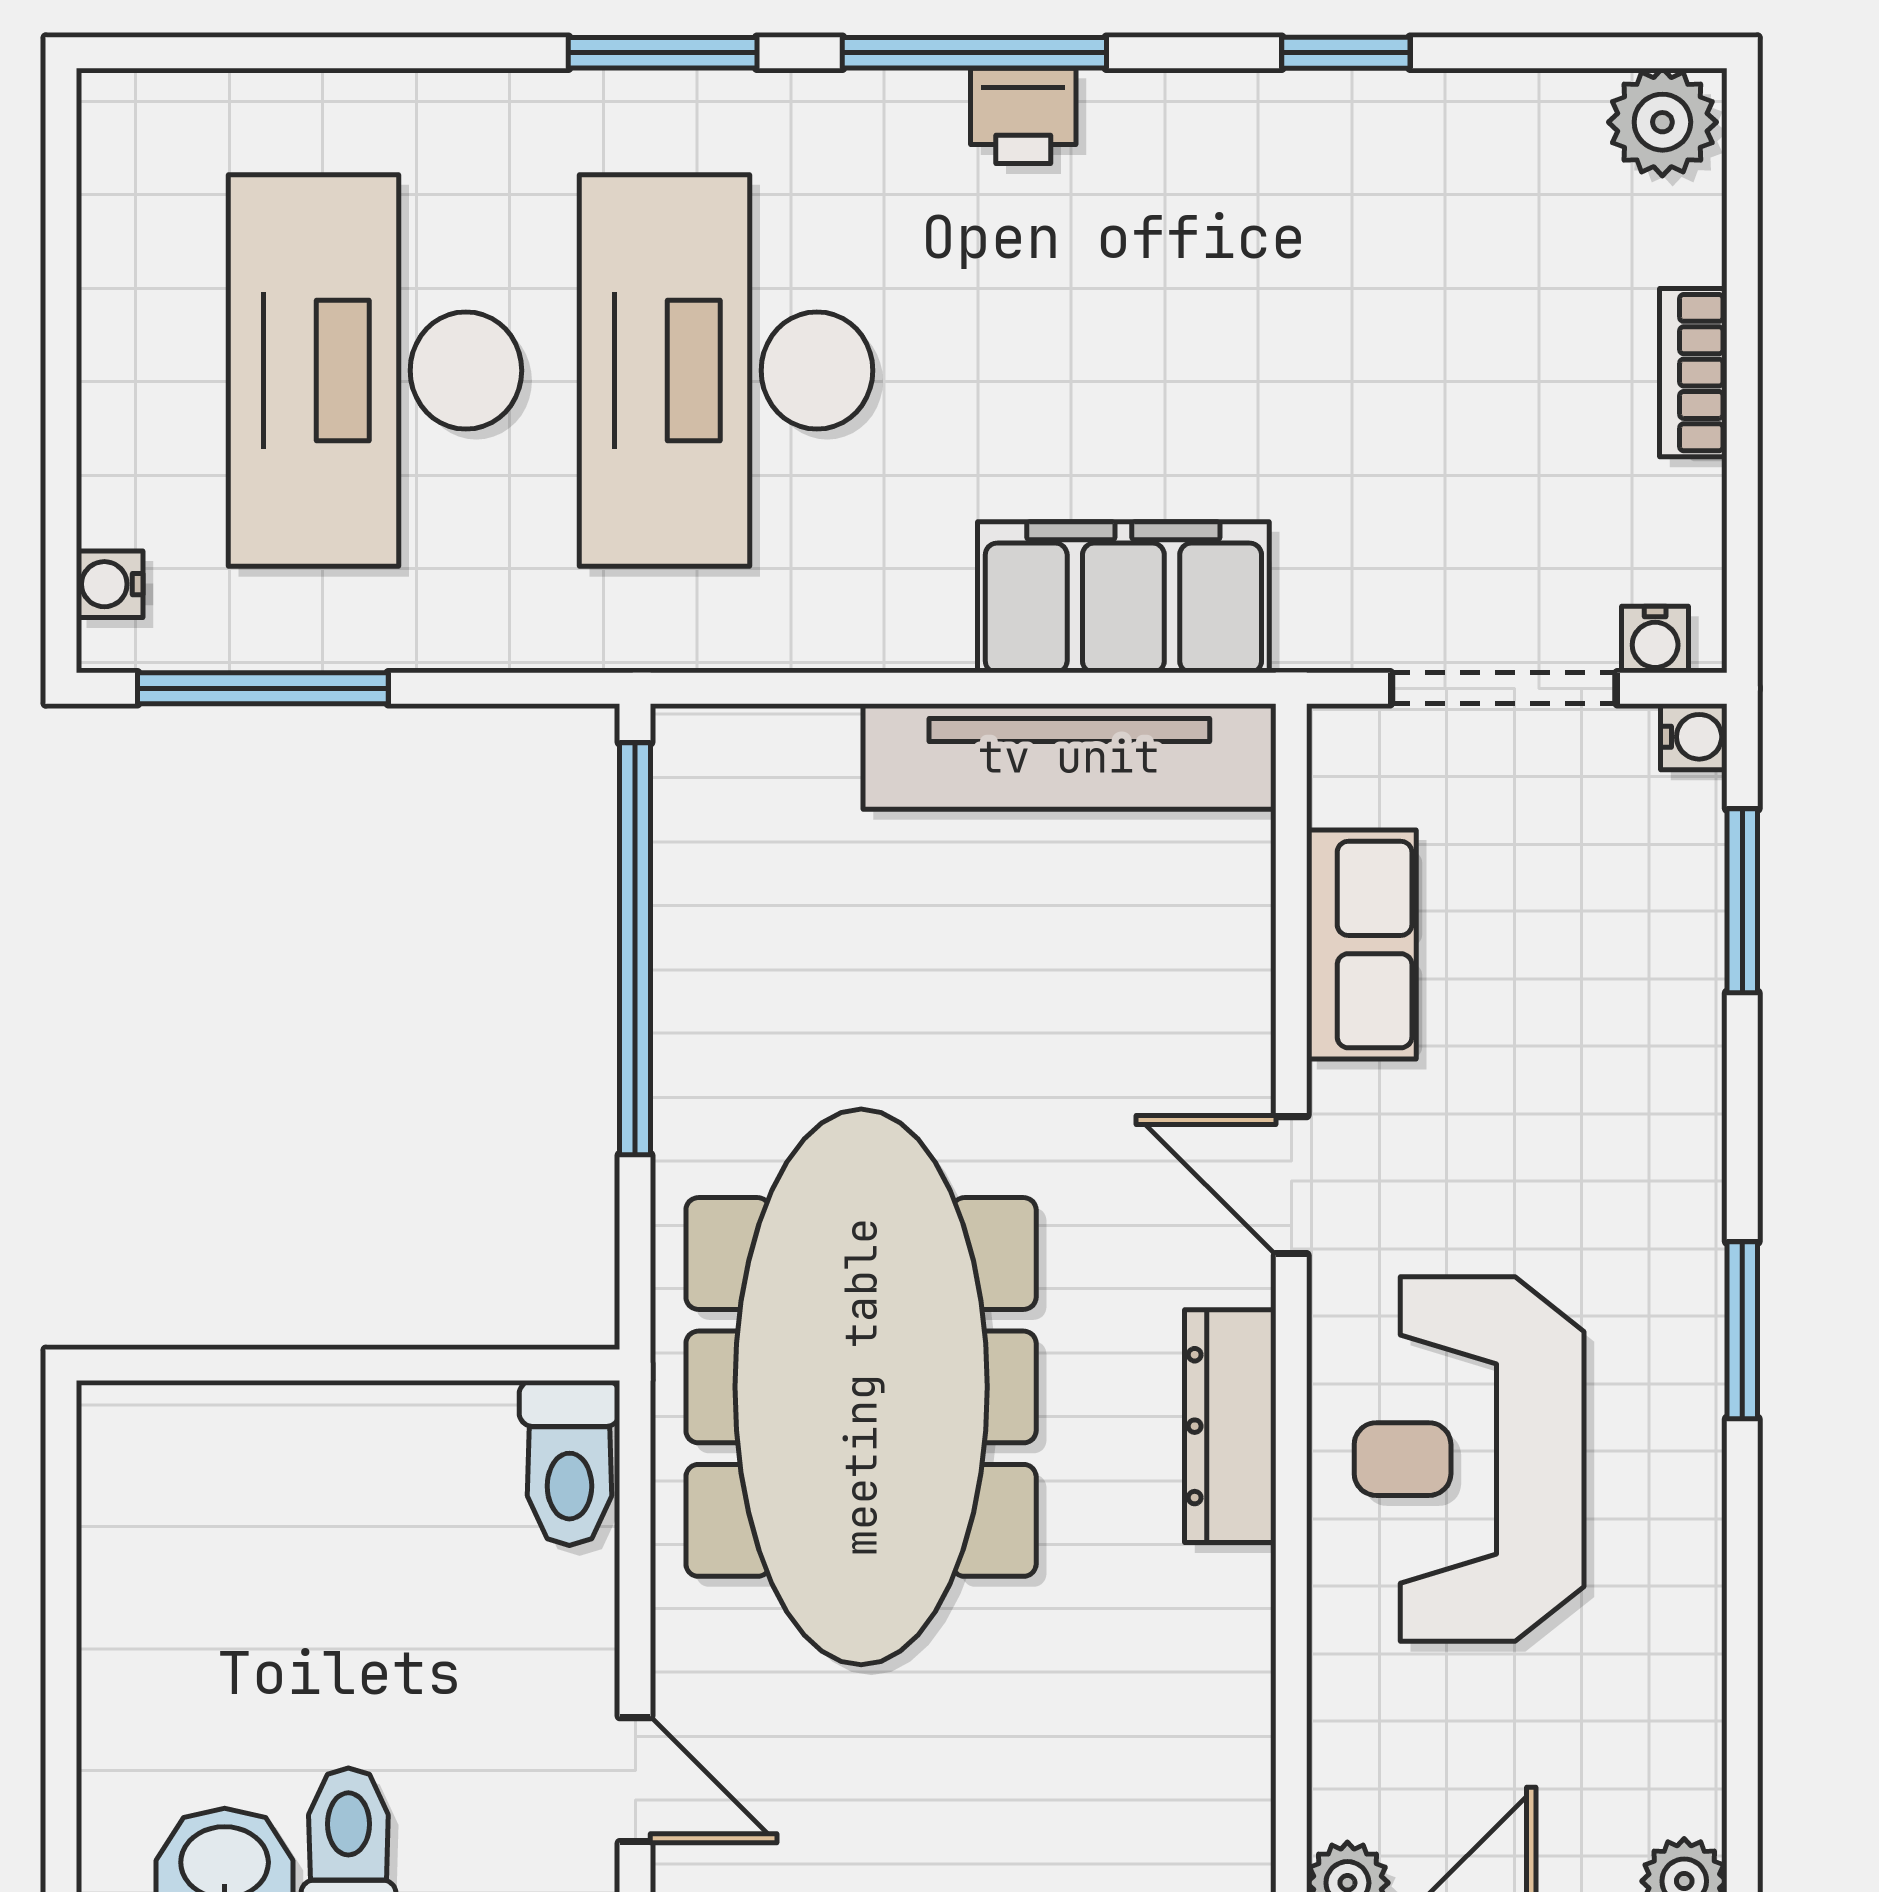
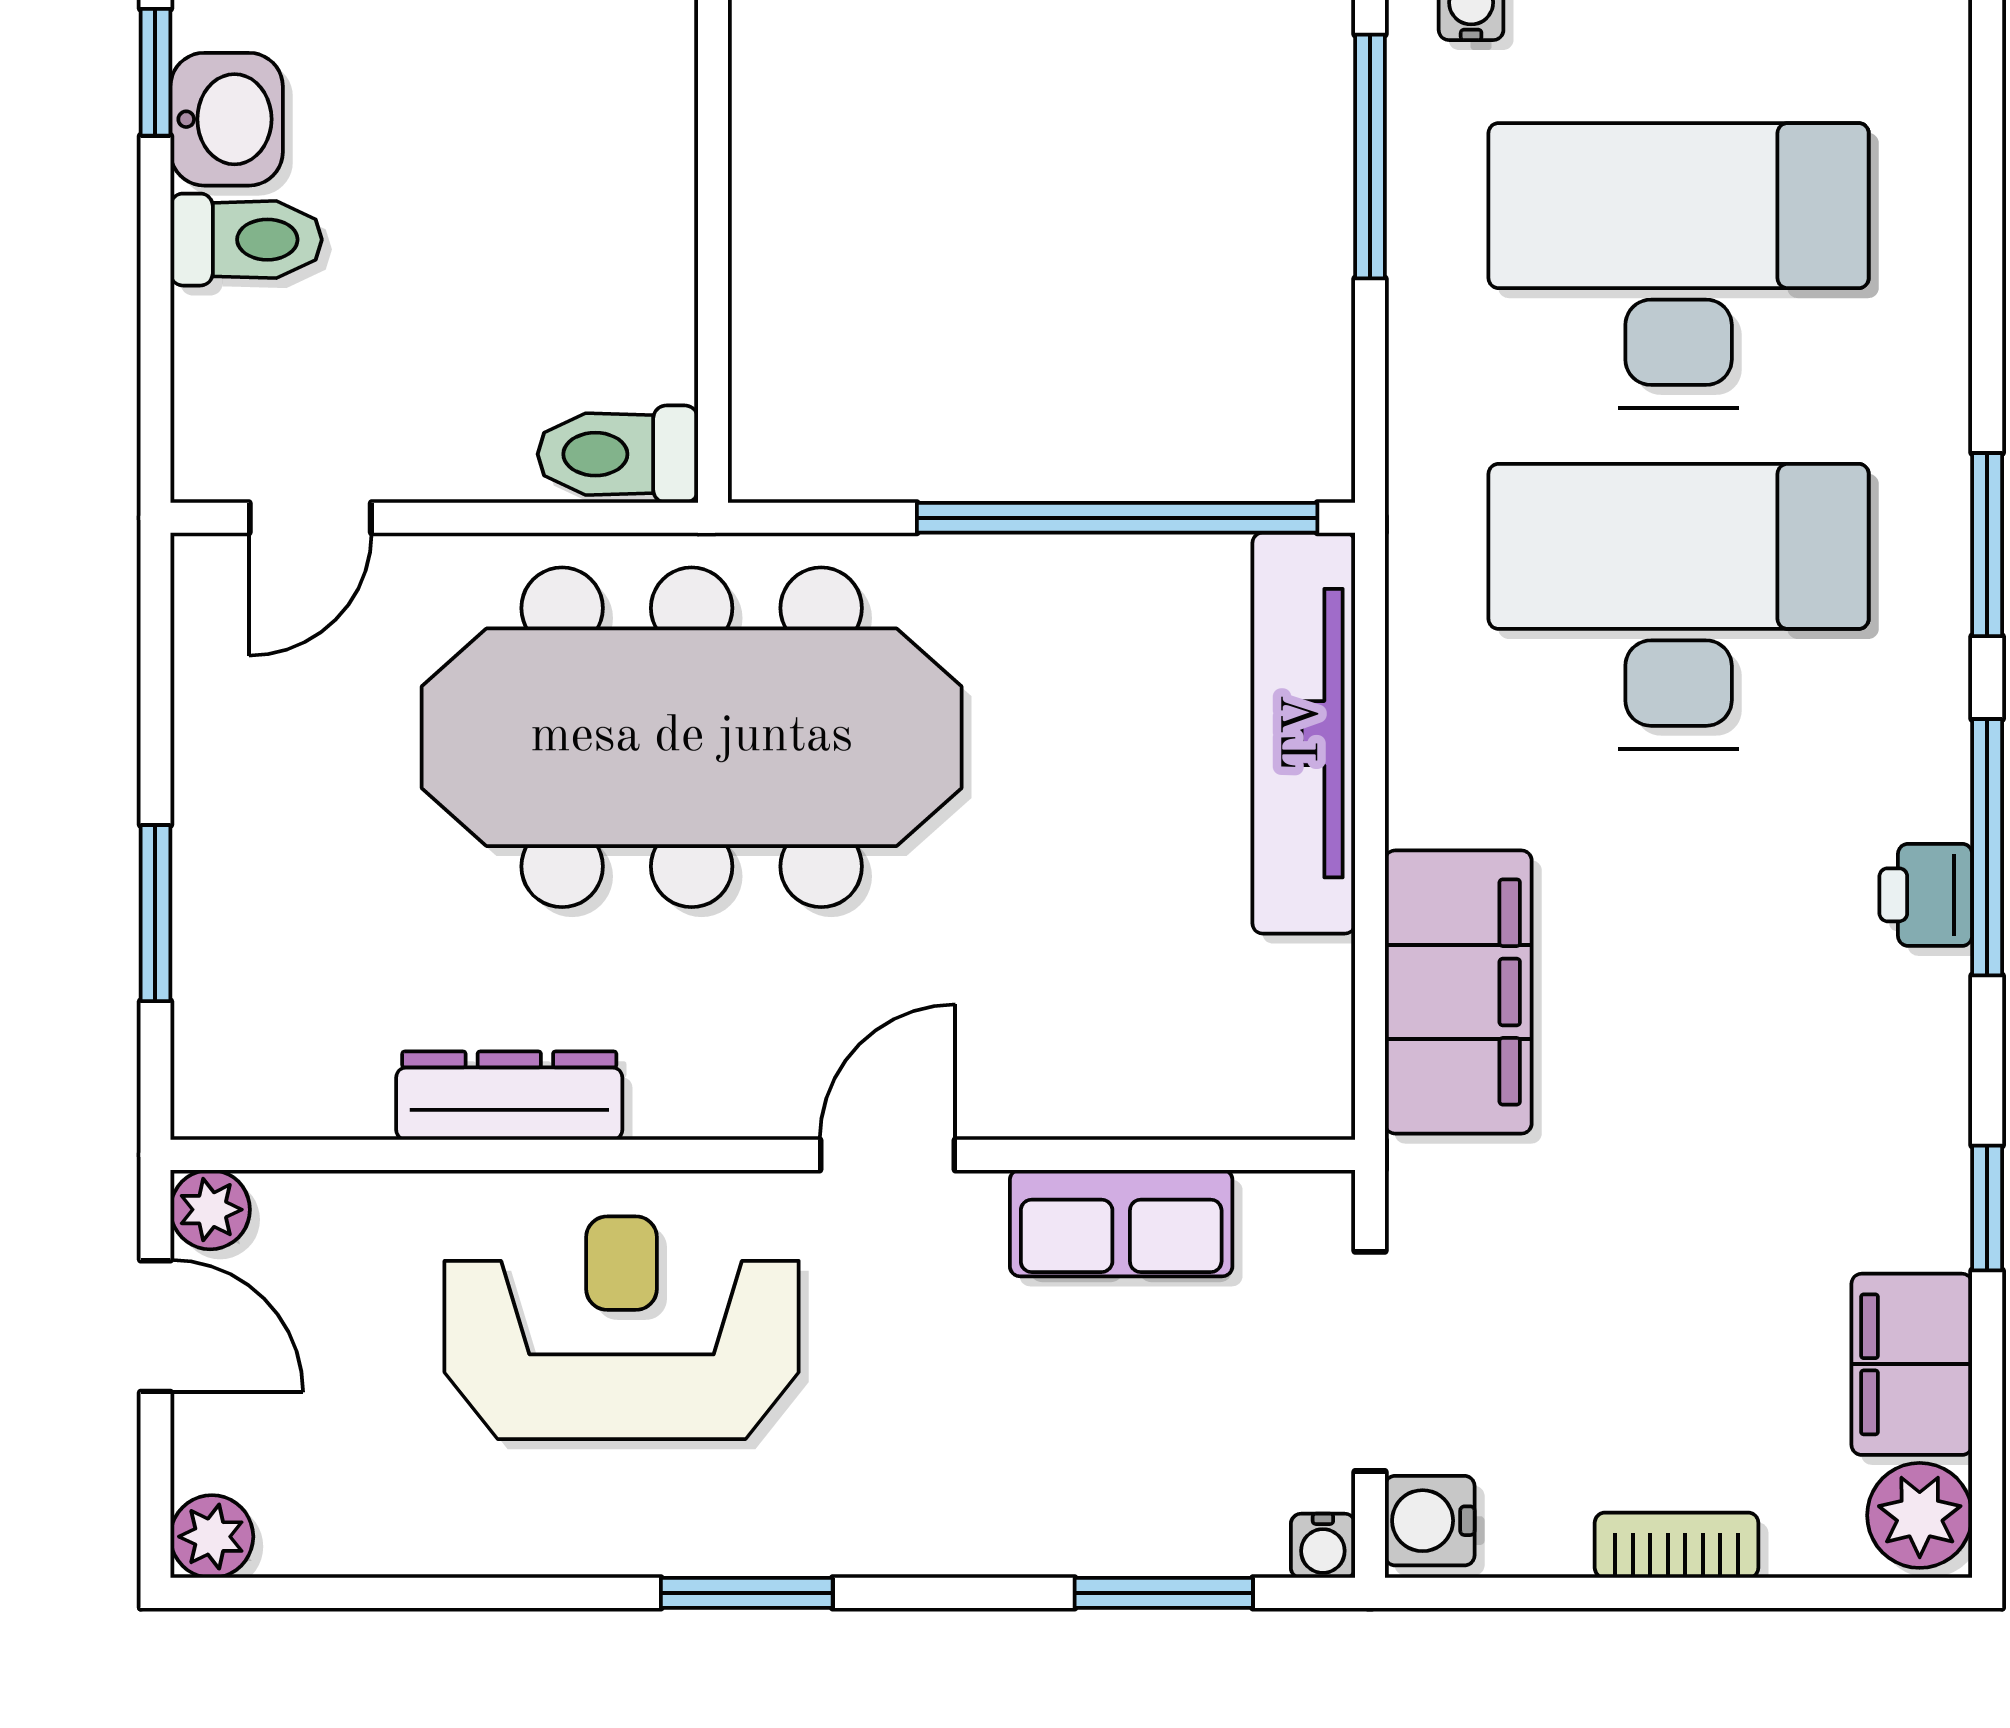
filing cabinet: (1507, 130) -> (1912, 1364), added
water cooler: (1655, 640) -> (1430, 1521), width x1.38, depth x1.38
tv unit: (1069, 757) -> (1304, 733), moved
dresser: (1230, 1426) -> (509, 1096), moved

